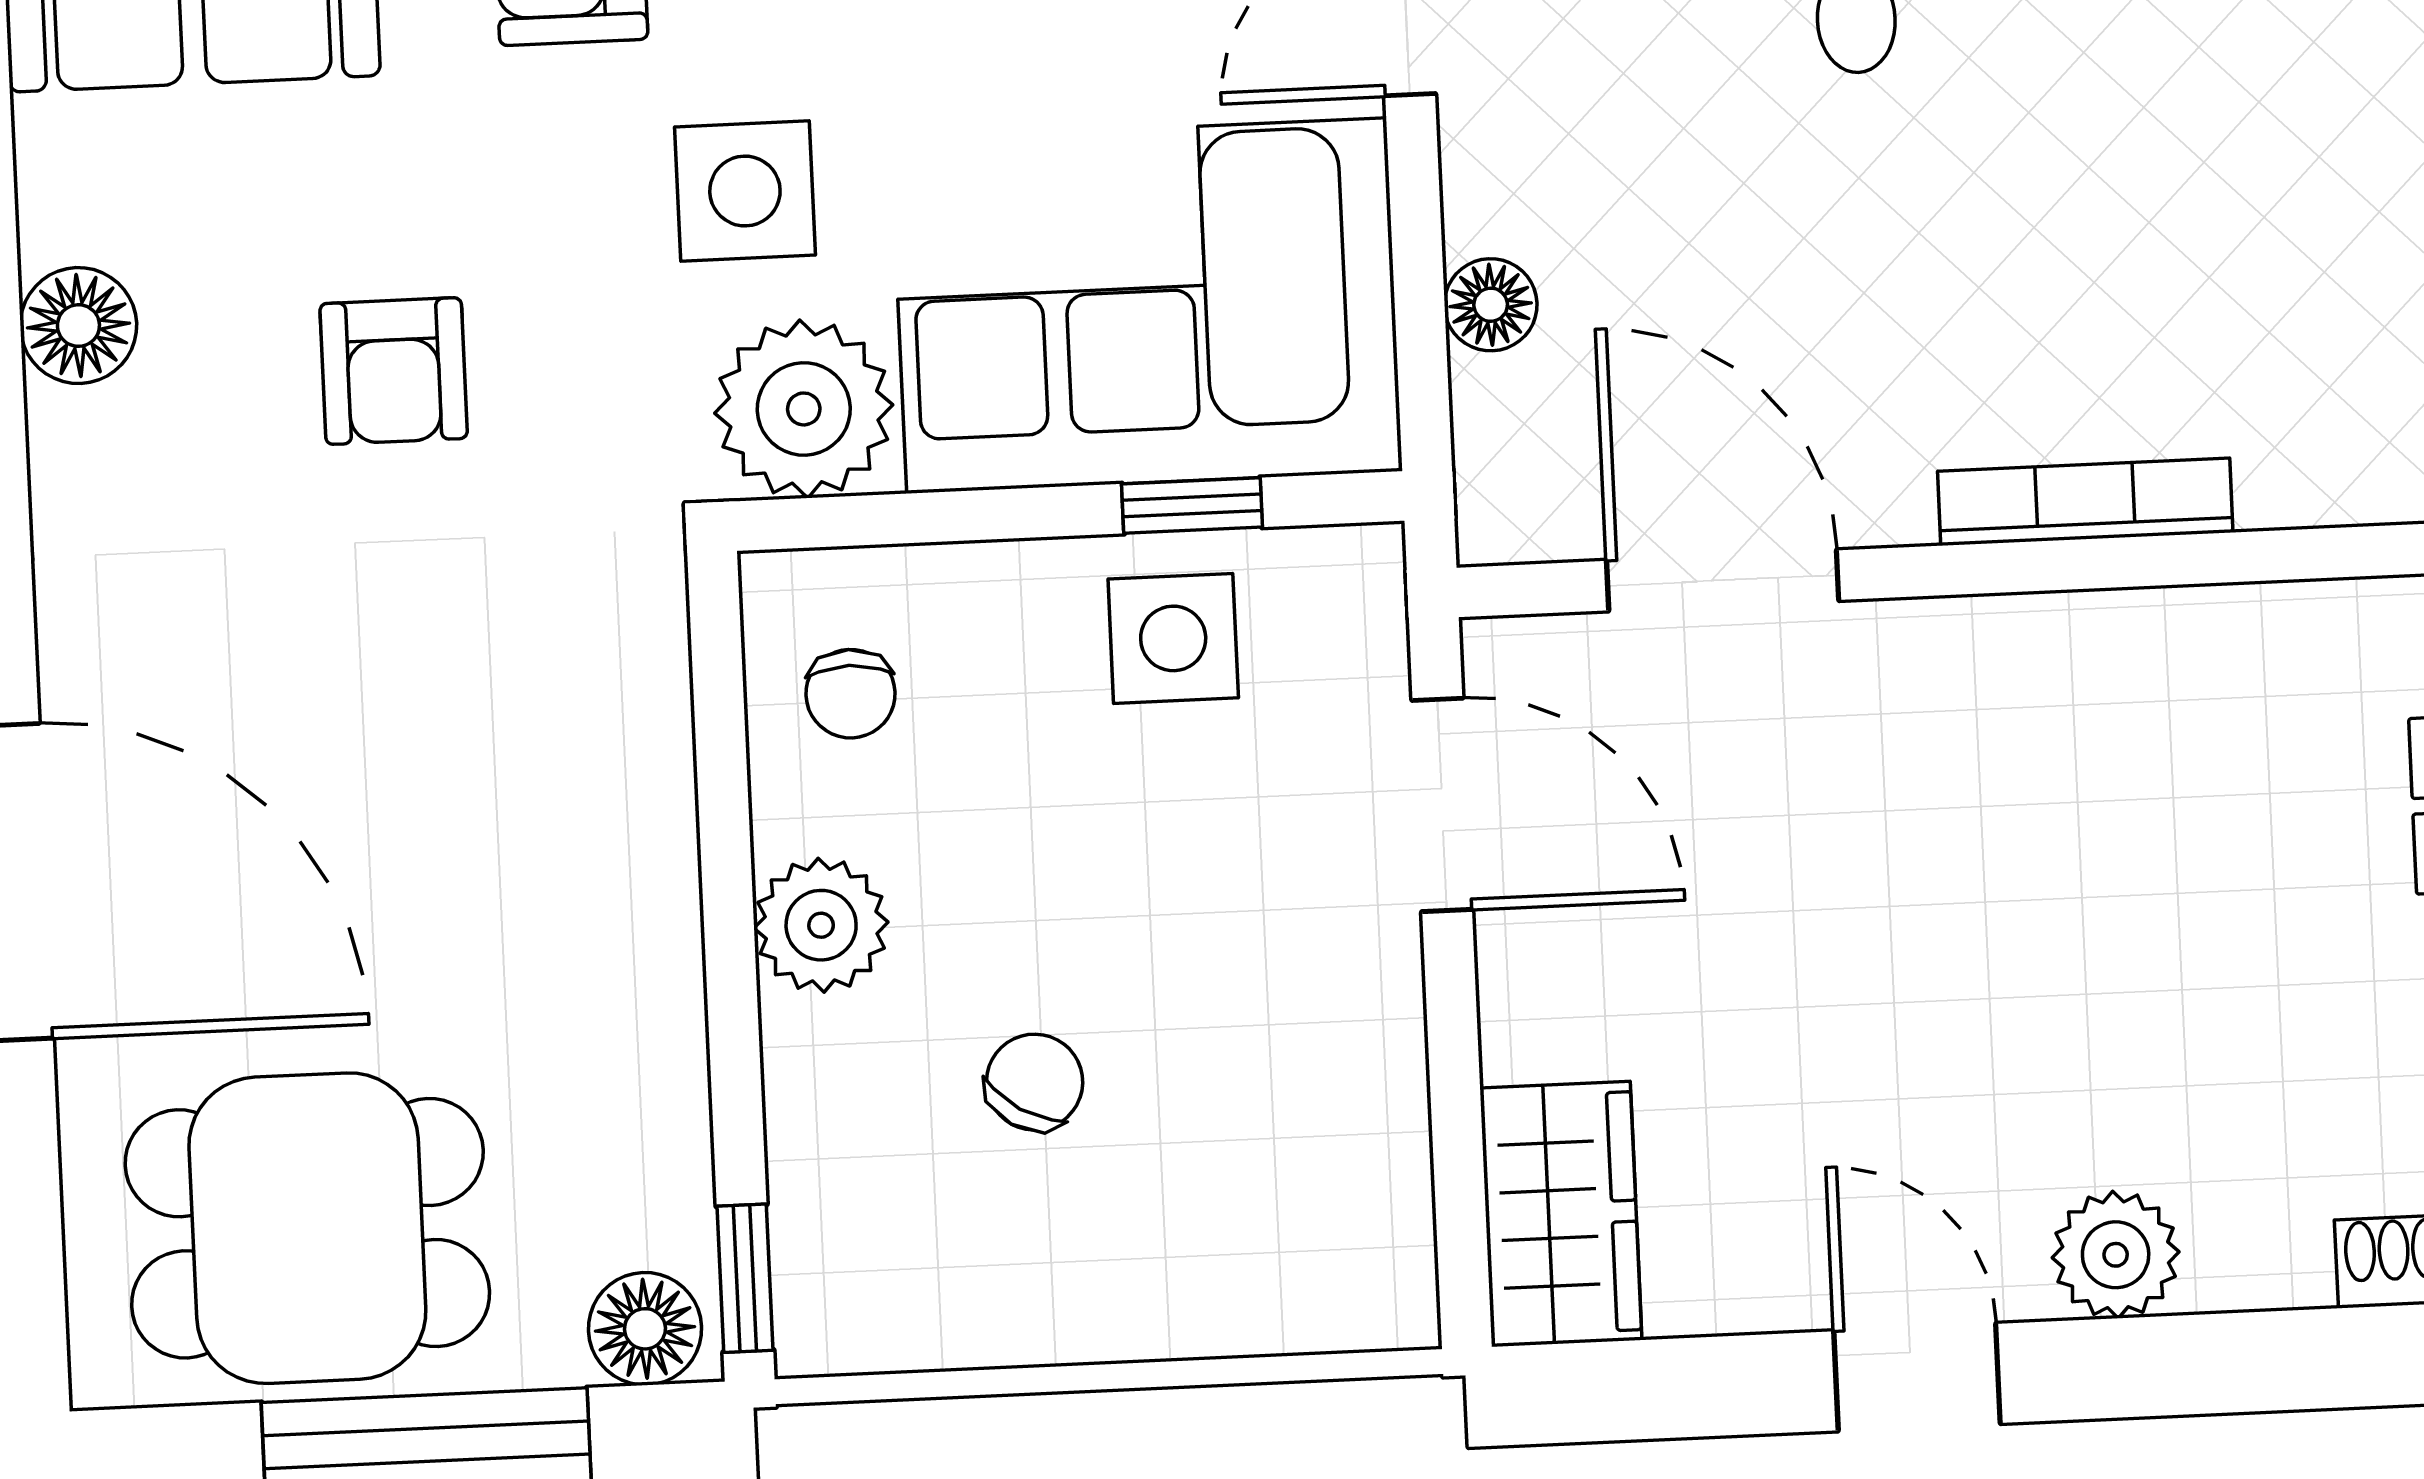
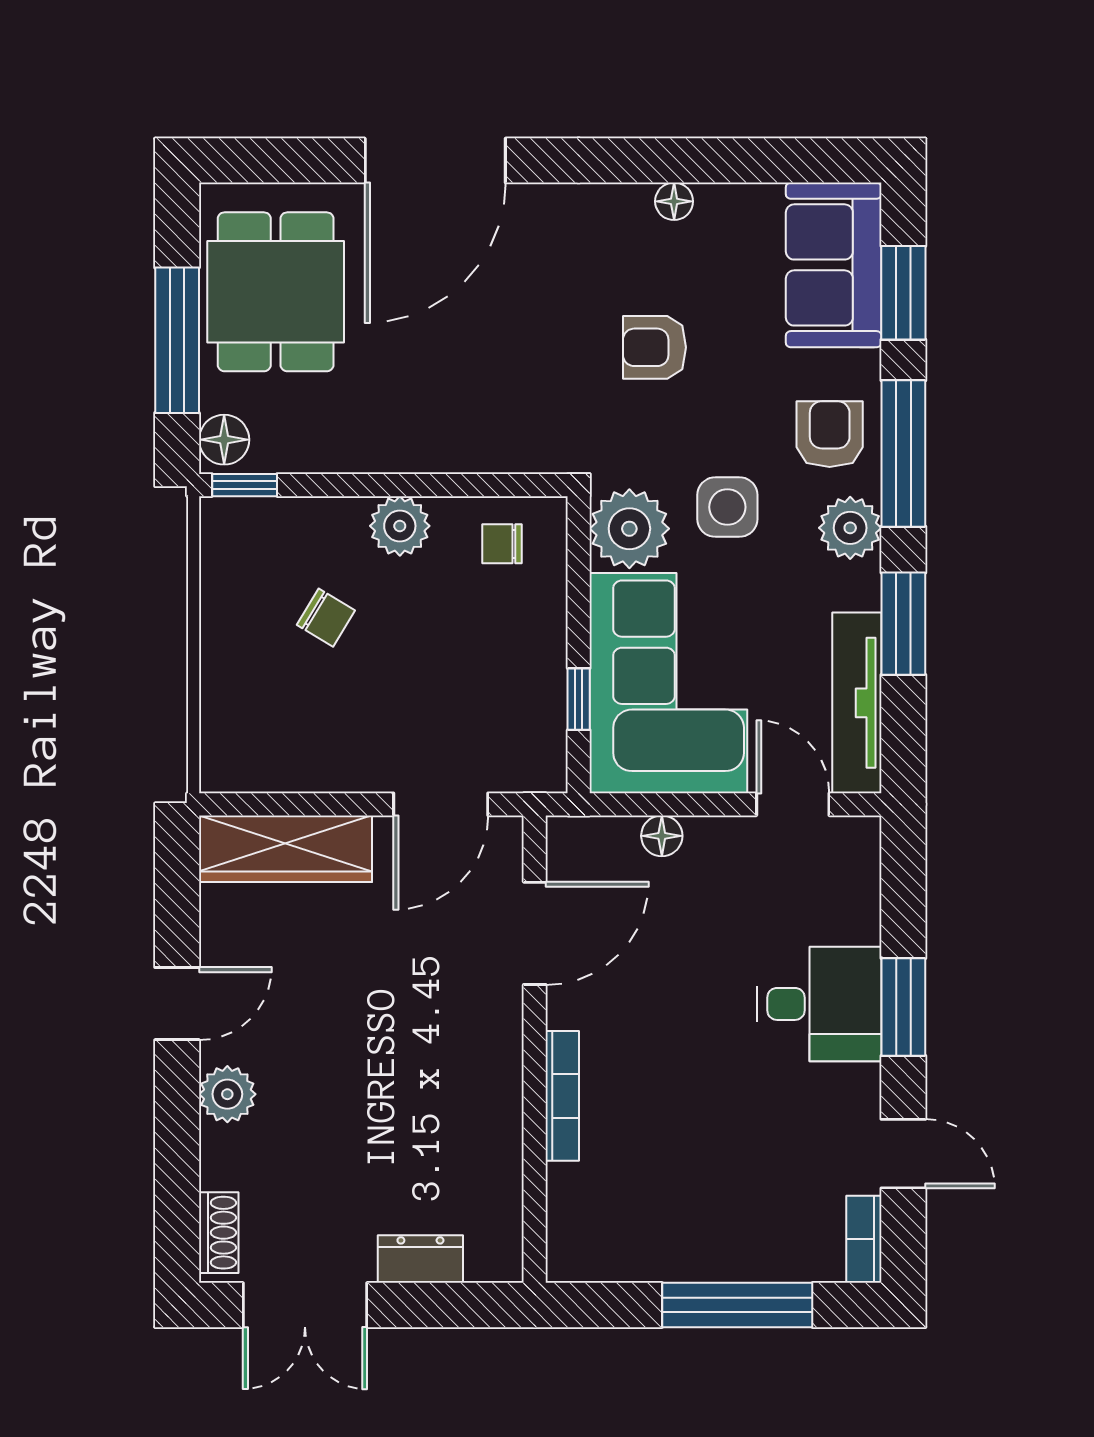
floor lamp: (78, 326) -> (674, 201), width x0.73, depth x0.73
side table: (1173, 638) -> (520, 688), removed
wardrobe: (1561, 1214) -> (285, 849), width x1.50

